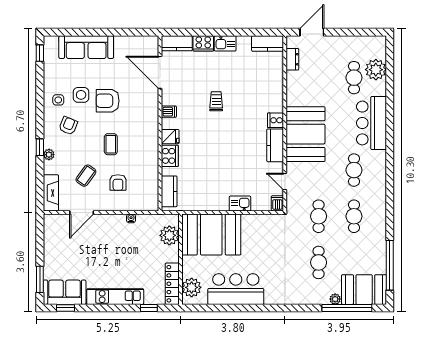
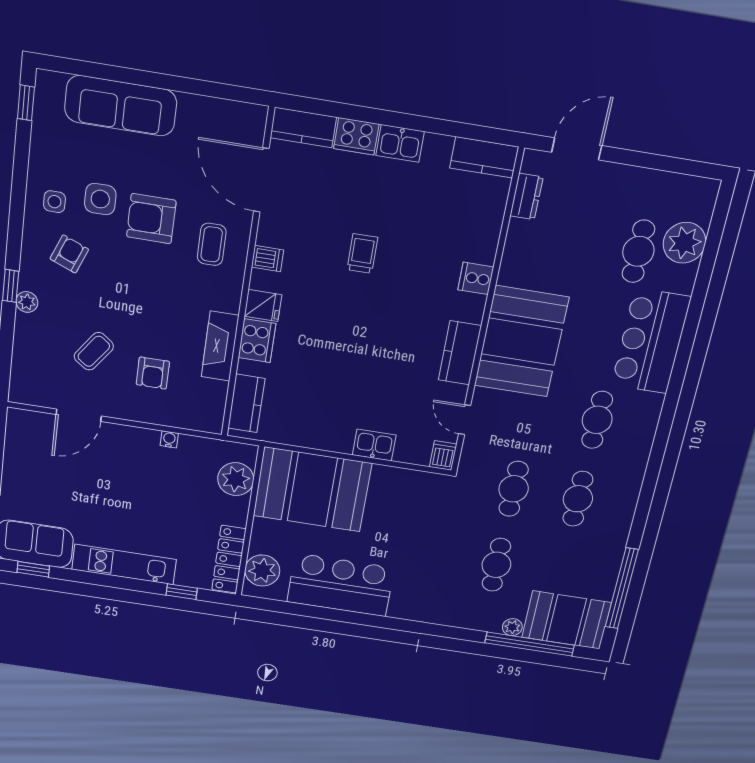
cooker: (276, 120) -> (476, 278), moved
coffee table: (111, 144) -> (212, 244), moved
fireplace: (51, 193) -> (220, 346), moved, turned 180

